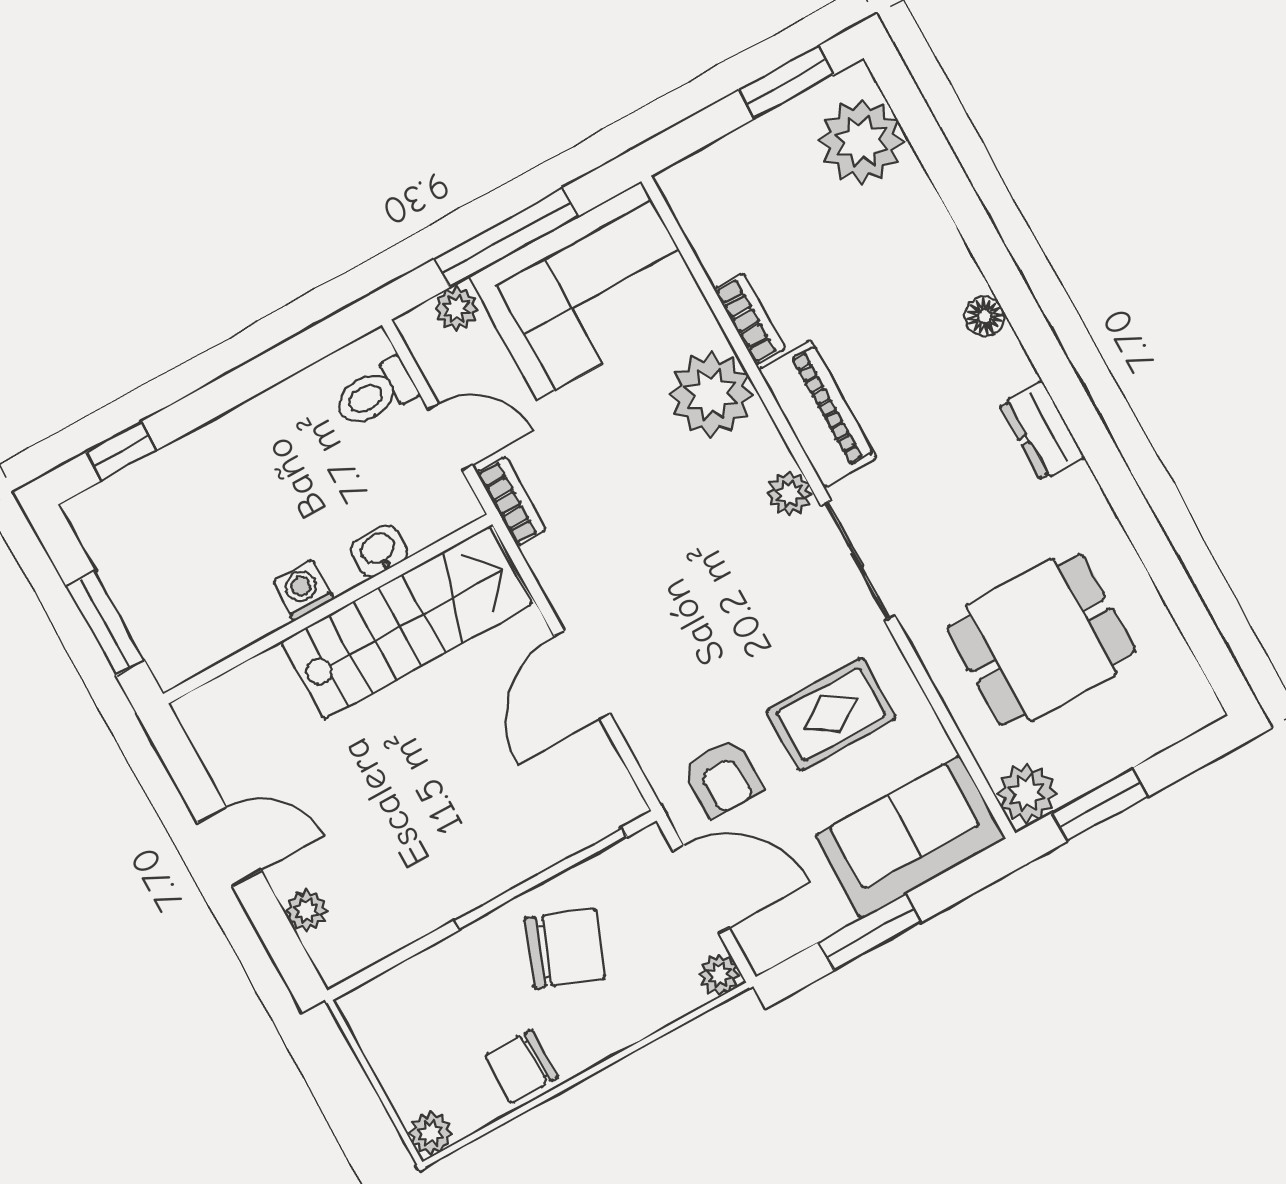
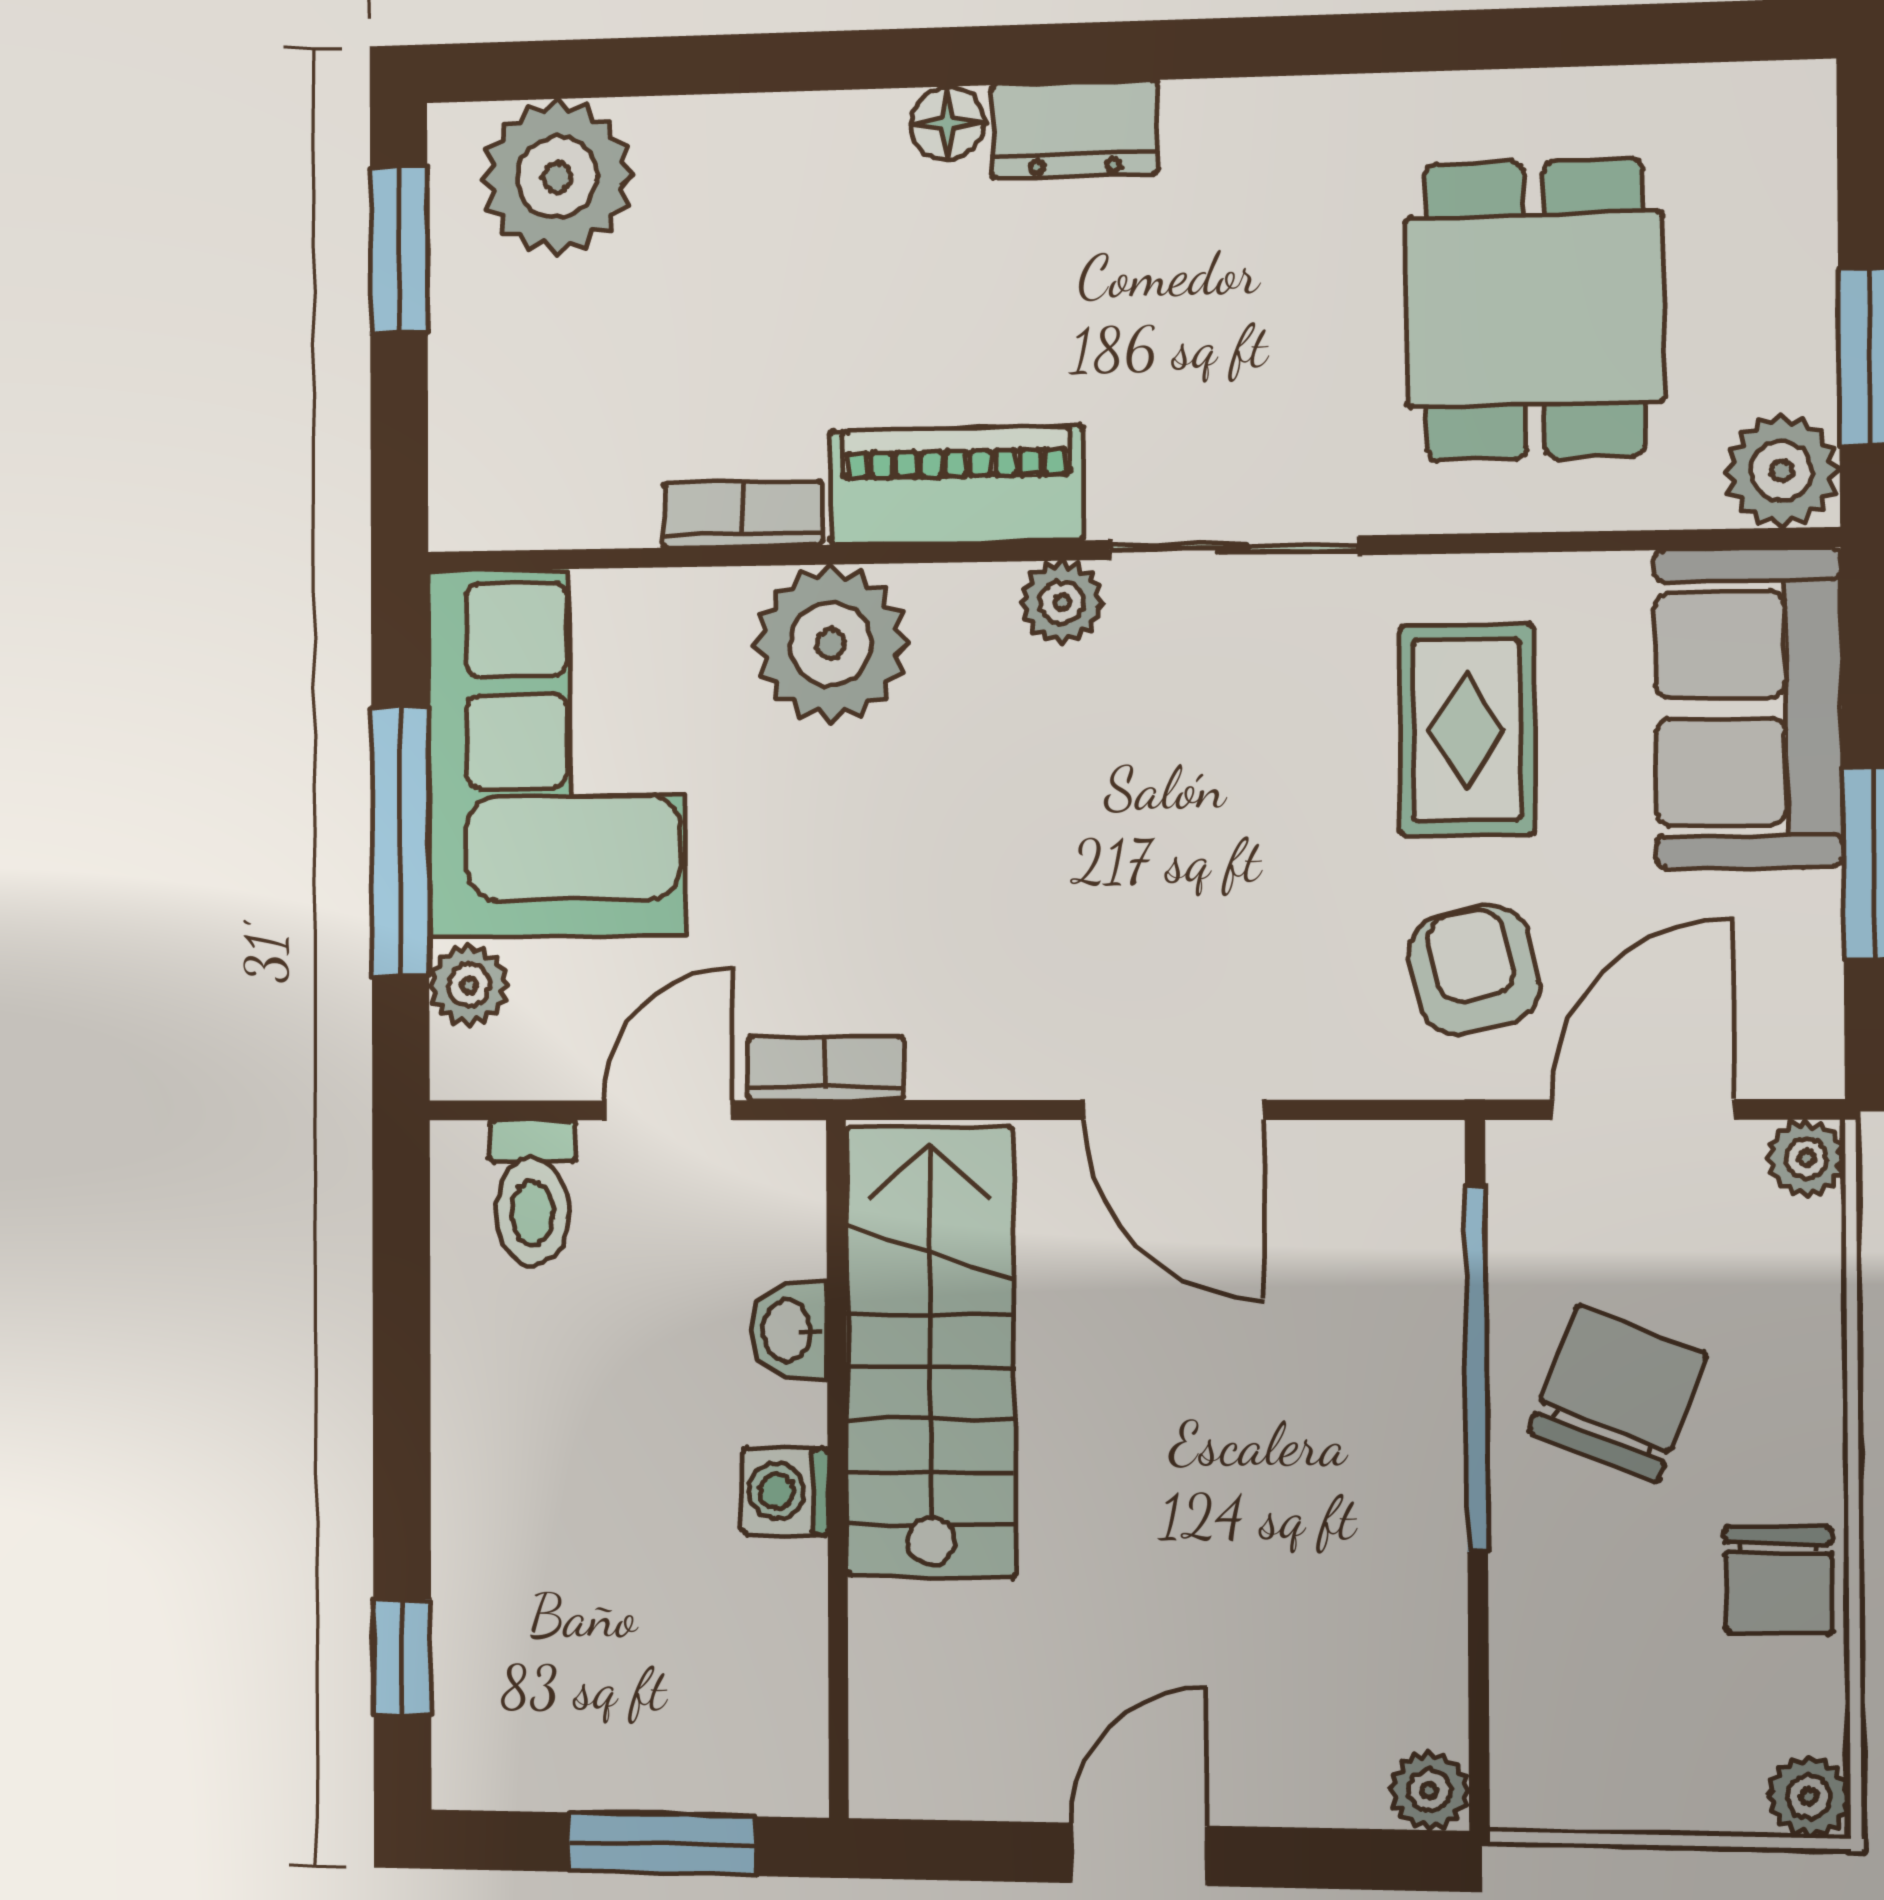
dresser: (1042, 431) -> (1075, 129), moved
armchair: (723, 778) -> (1474, 970), turned -103
plant: (307, 911) -> (1429, 1790), moved

